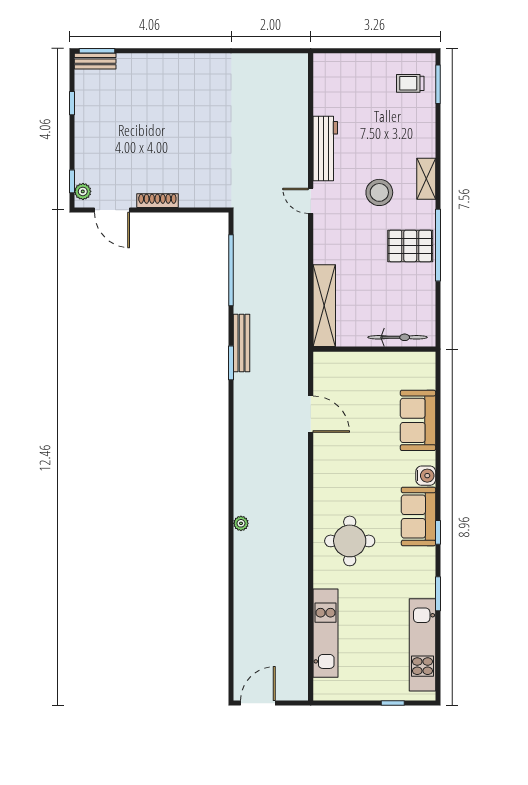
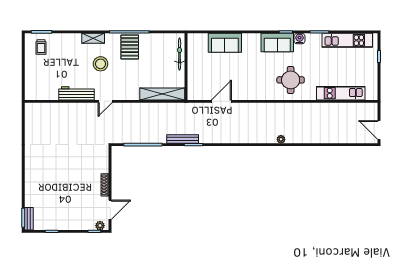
water cooler: (426, 476) -> (300, 39), moved

